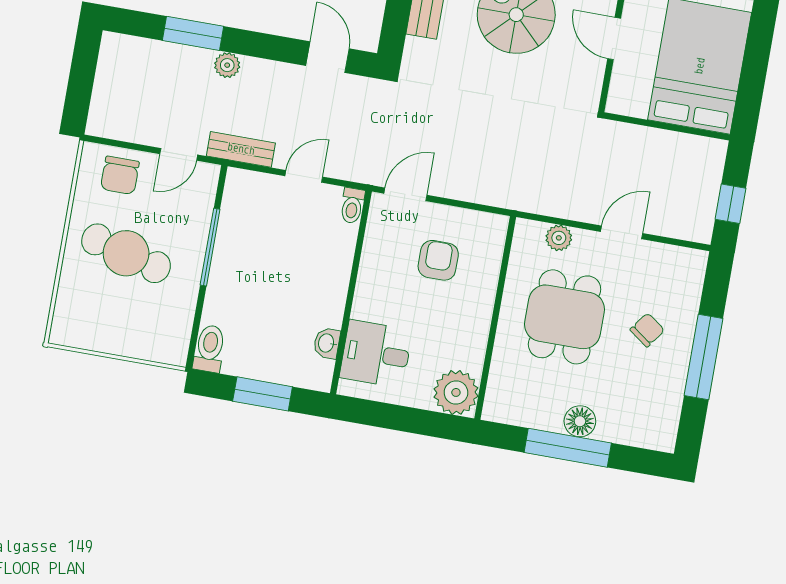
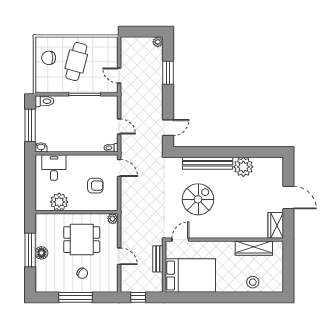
door: (614, 38) -> (180, 240), moved
plant: (227, 65) -> (158, 42), moved
bench: (241, 149) -> (158, 259), moved
chair: (120, 175) -> (49, 58), moved
plant: (559, 238) -> (113, 219), moved
washbasin: (327, 343) -> (41, 147), moved
plant: (456, 392) -> (59, 202), moved
window: (263, 394) -> (30, 125), width x1.44

